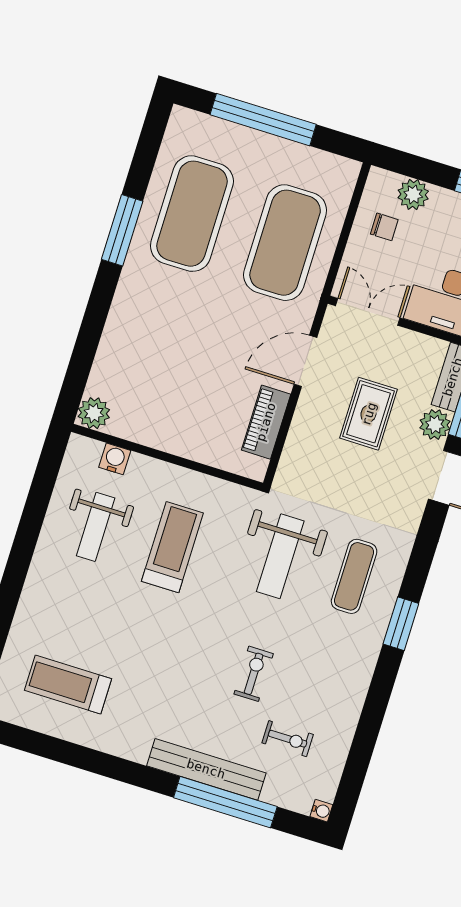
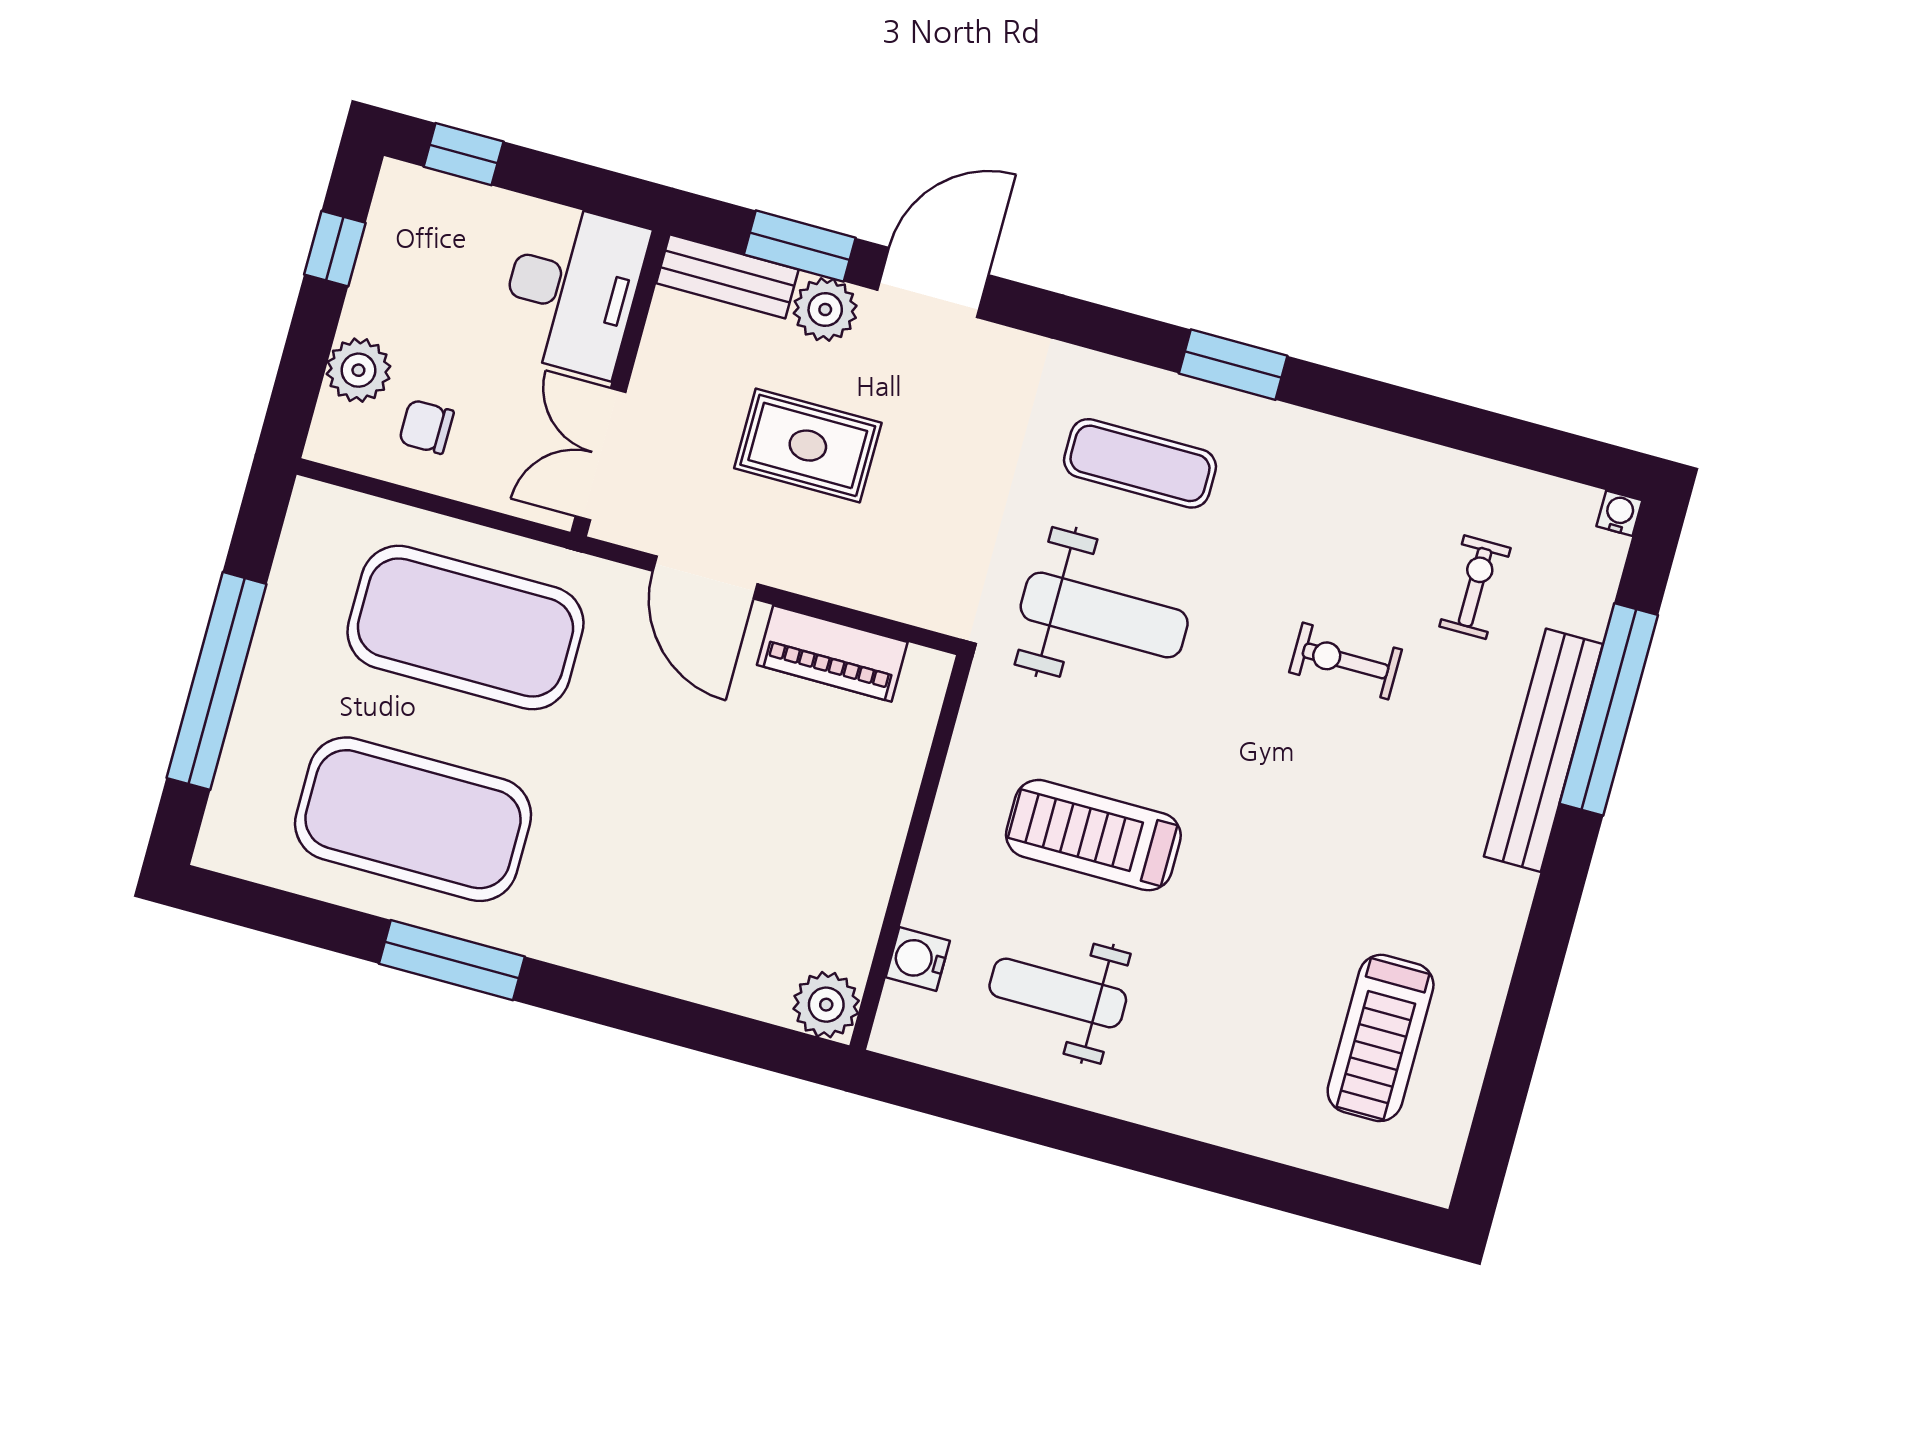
chair: (384, 227) -> (426, 427), turned -90
weight bench: (96, 527) -> (1058, 993), turned 180

